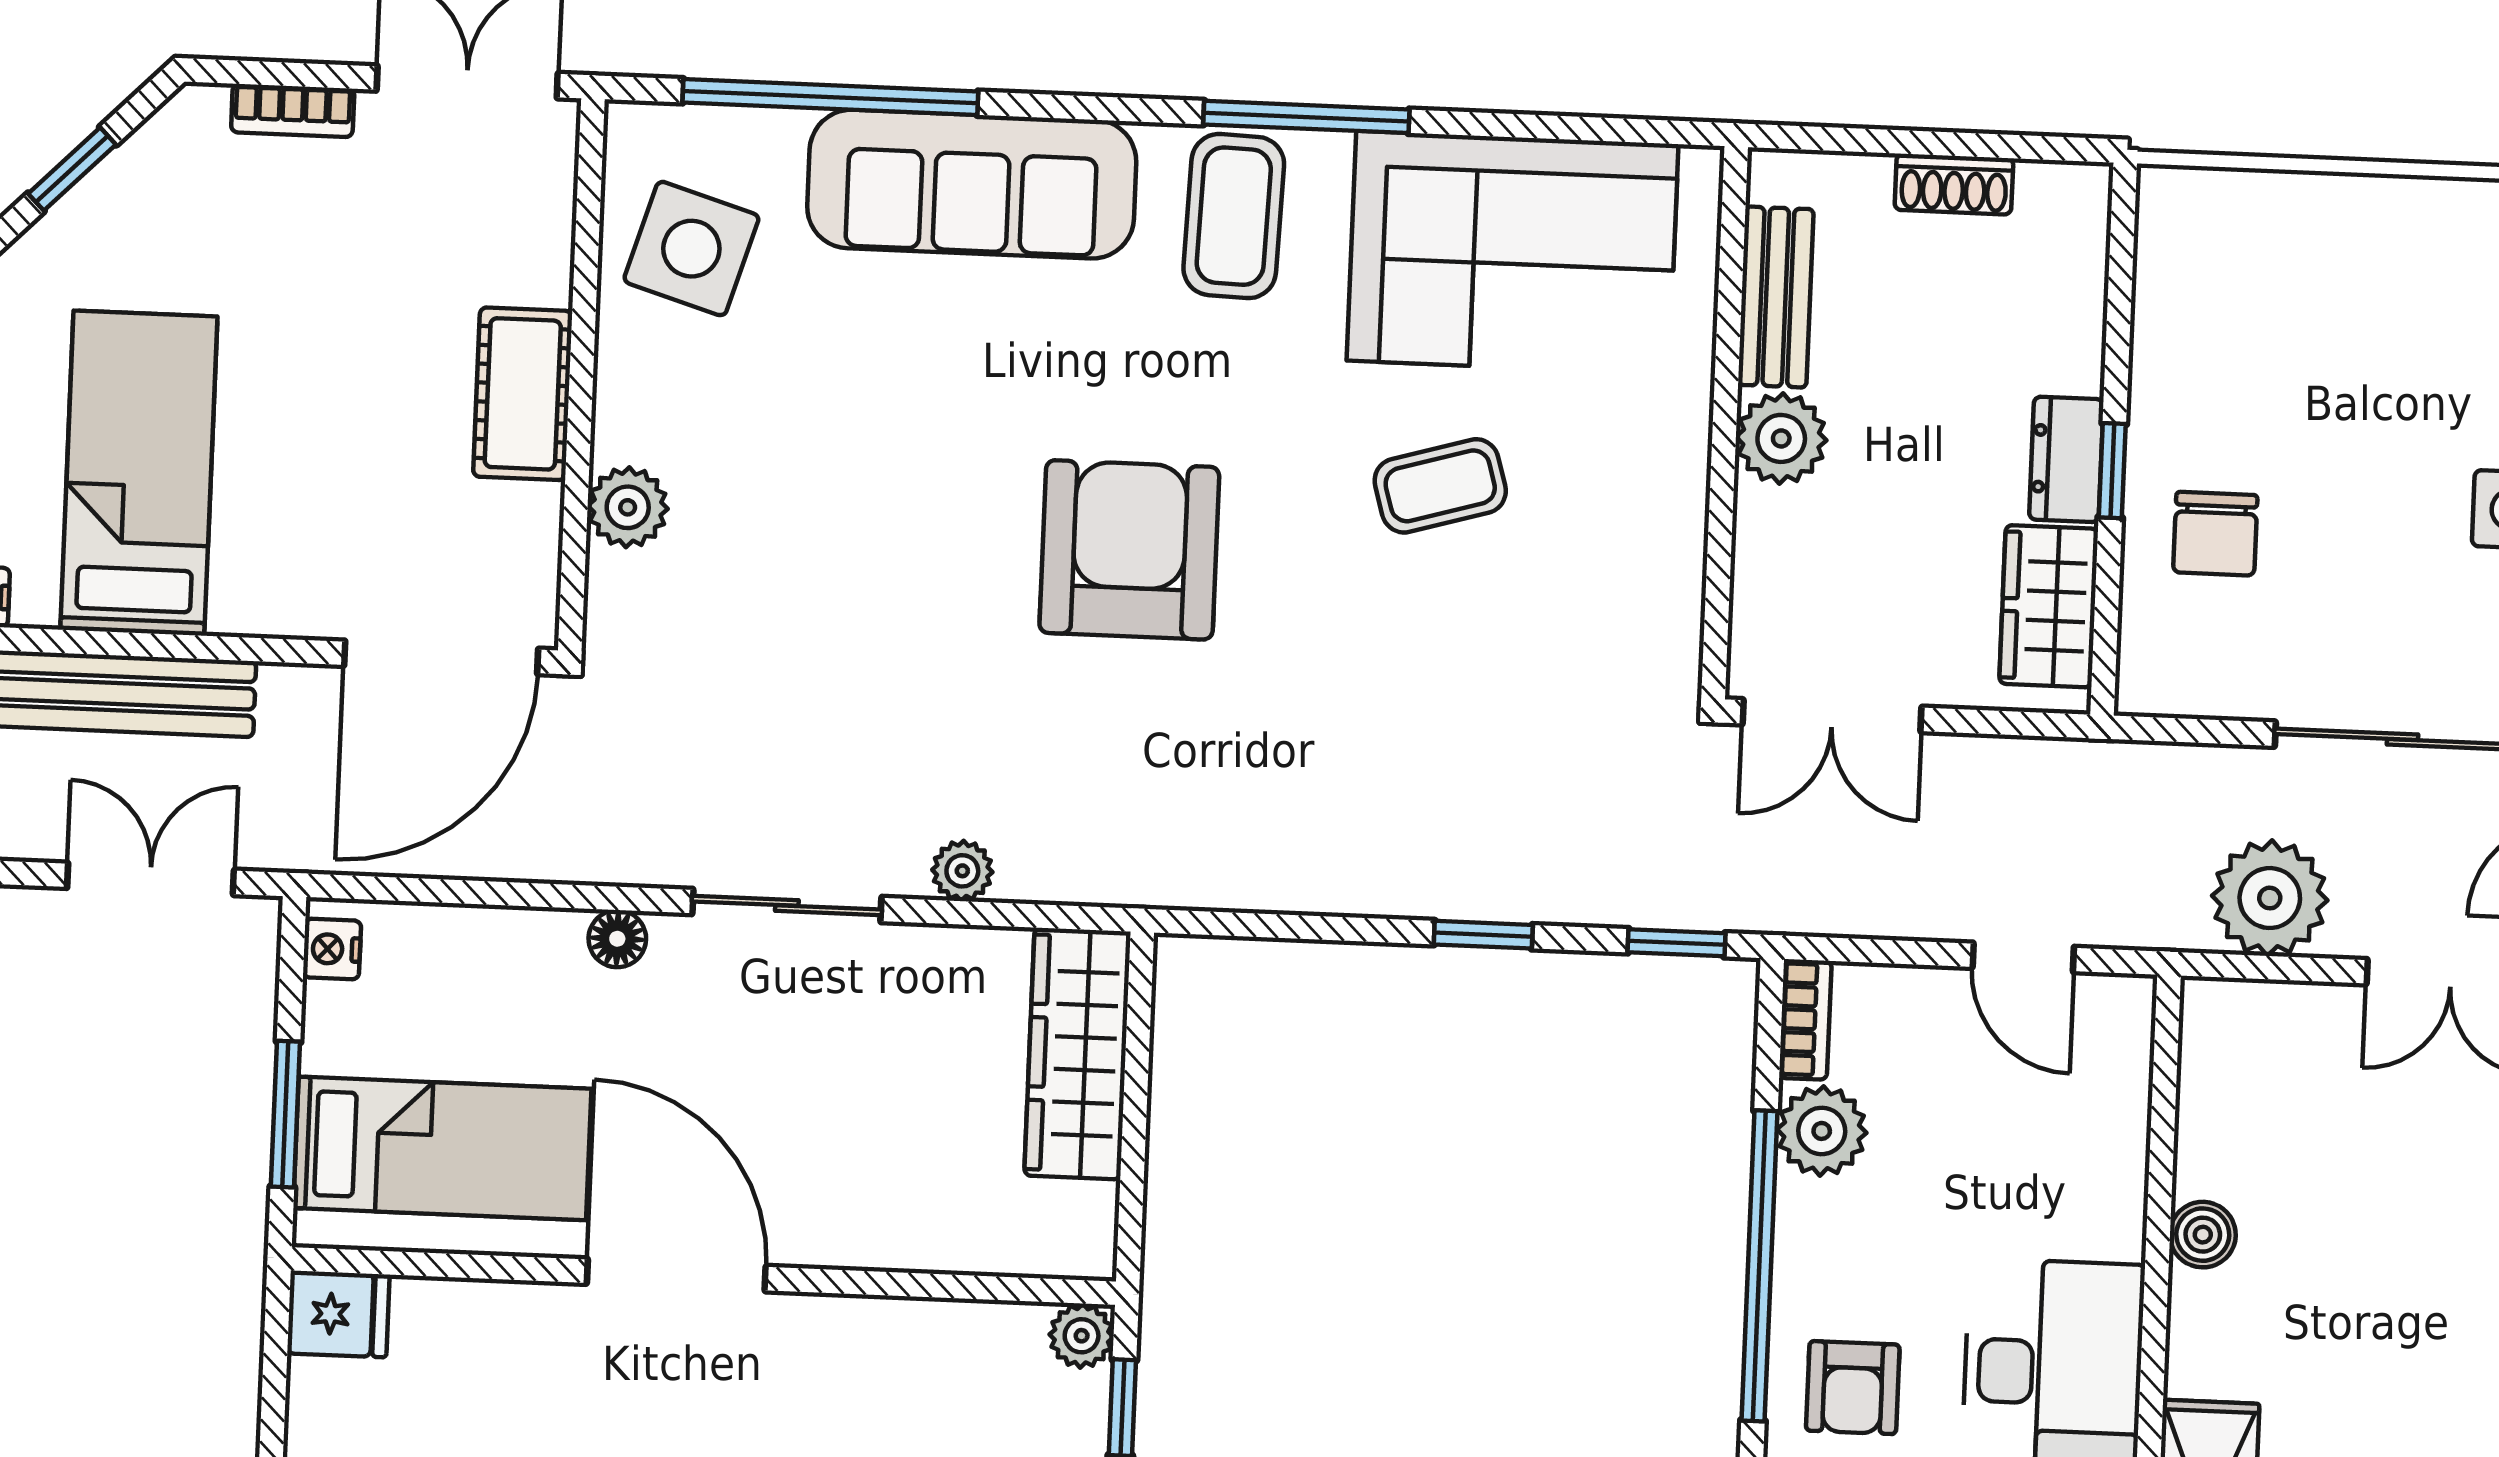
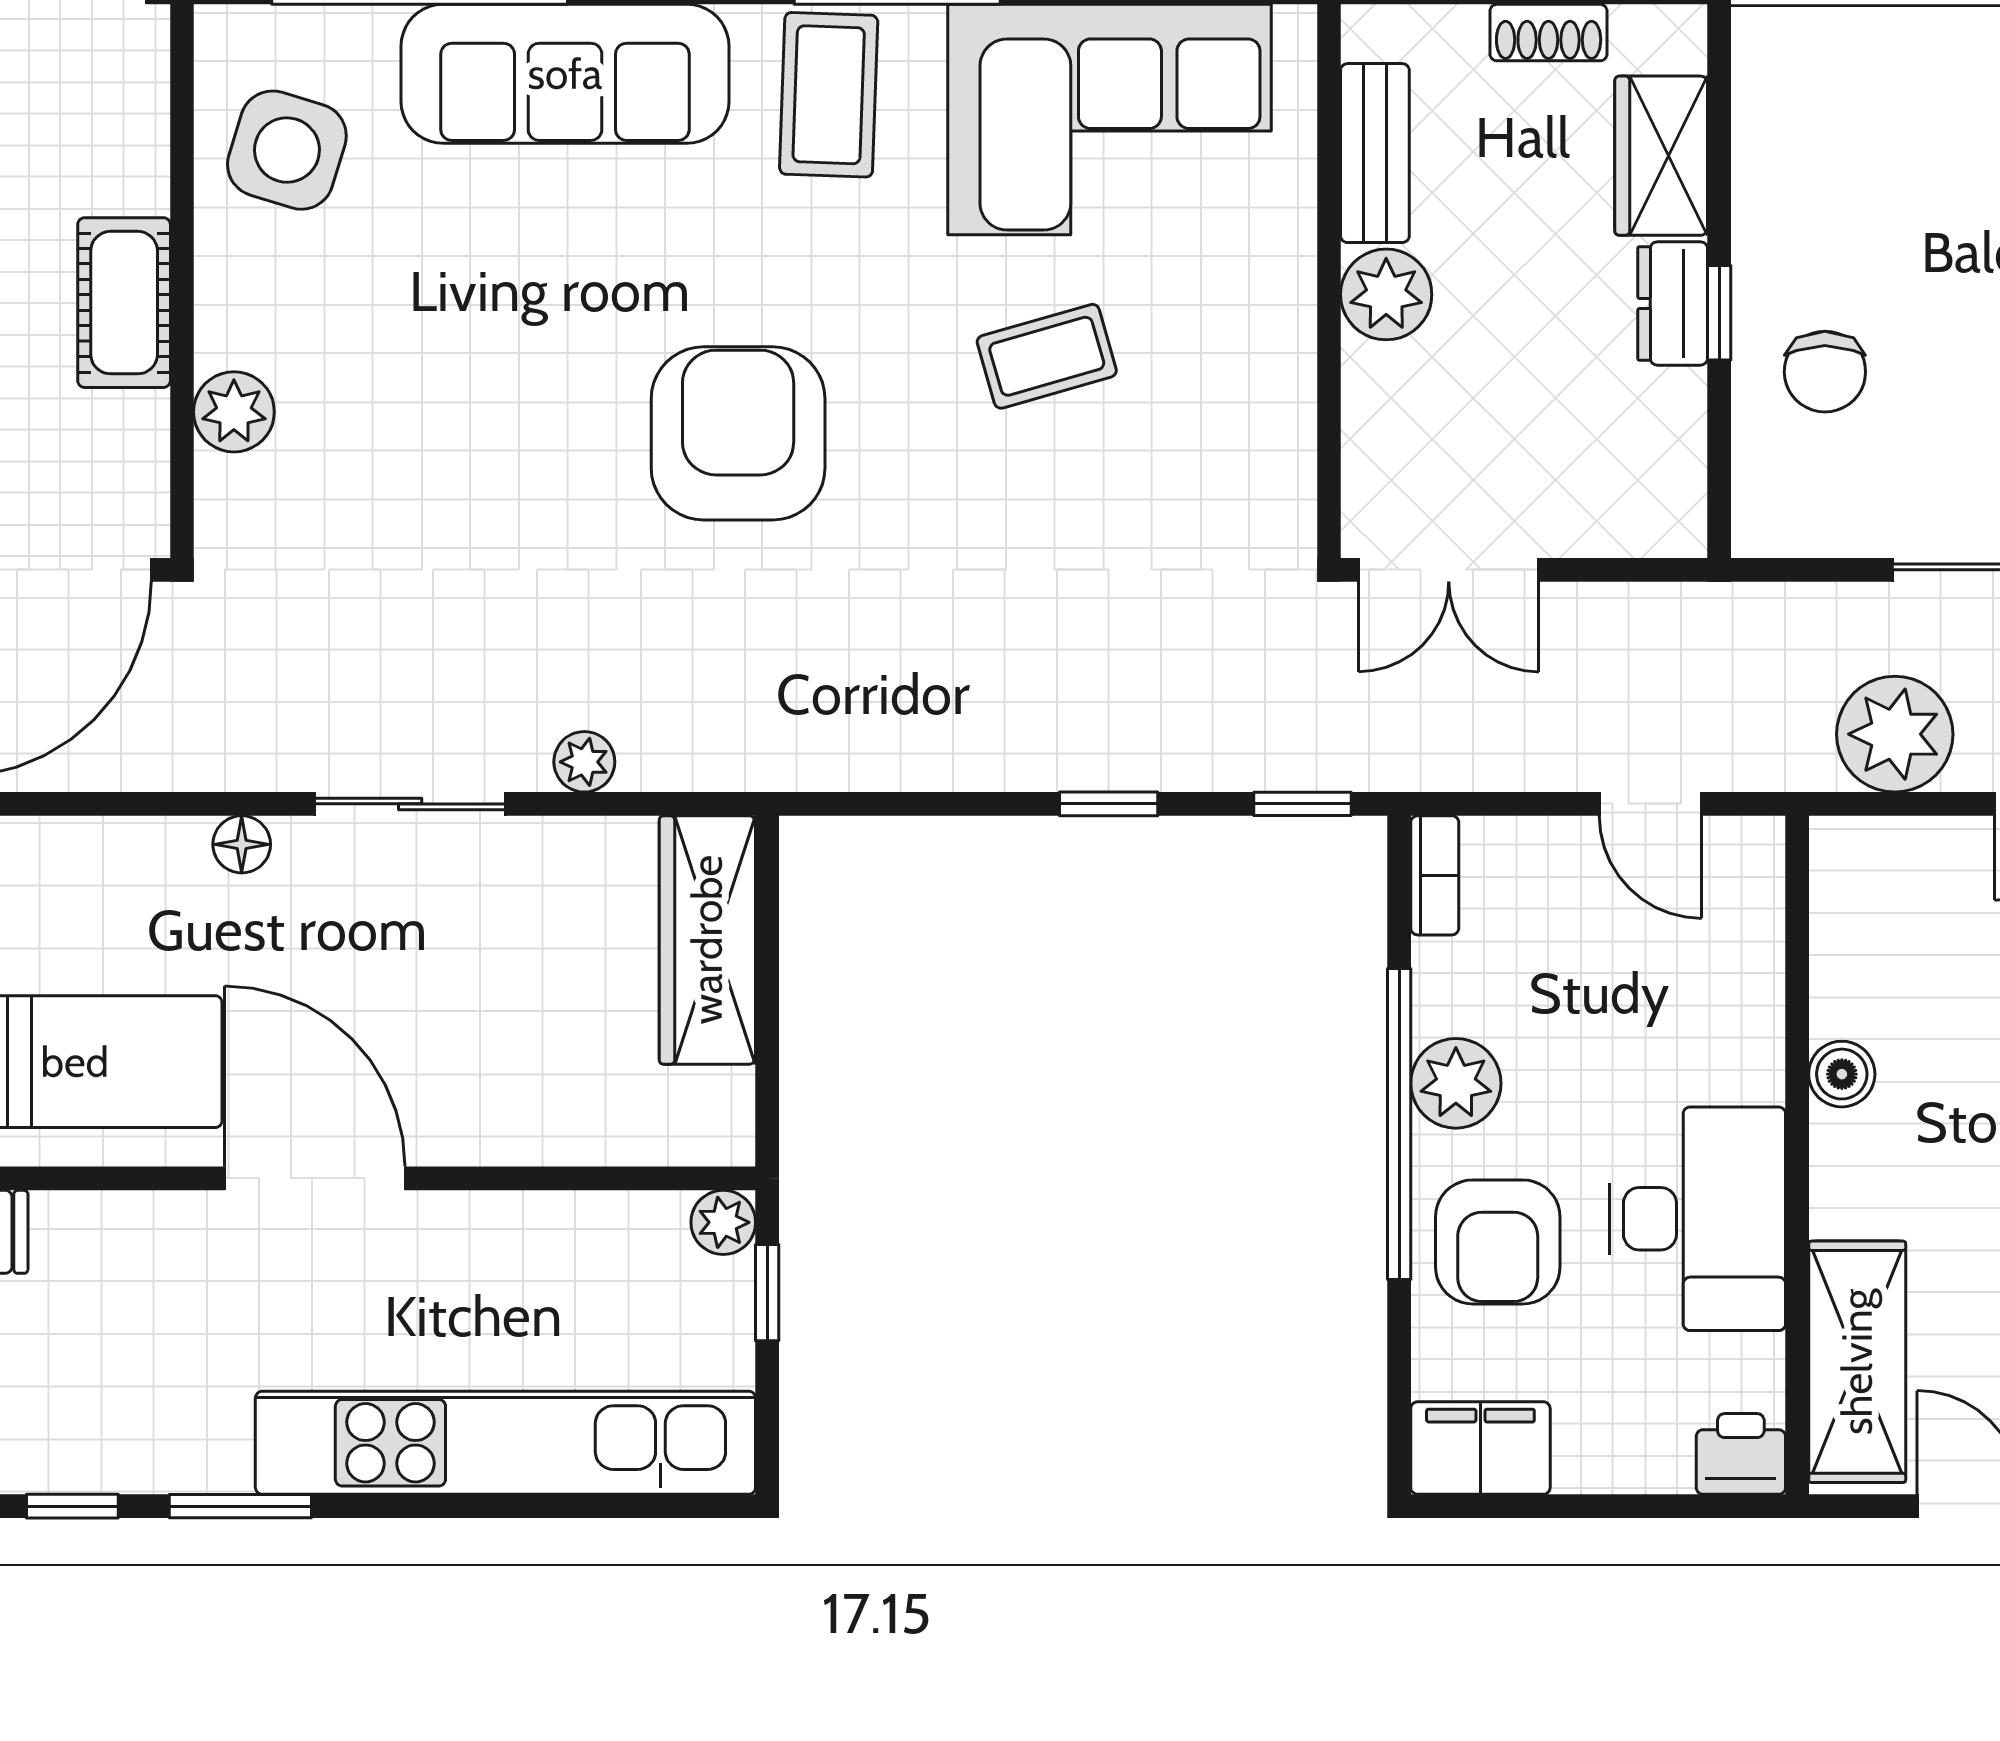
wardrobe: (2049, 606) -> (1661, 156), moved
plant: (1822, 1131) -> (1456, 1083), moved
armchair: (1853, 1388) -> (1498, 1242), width x1.38, depth x1.38

